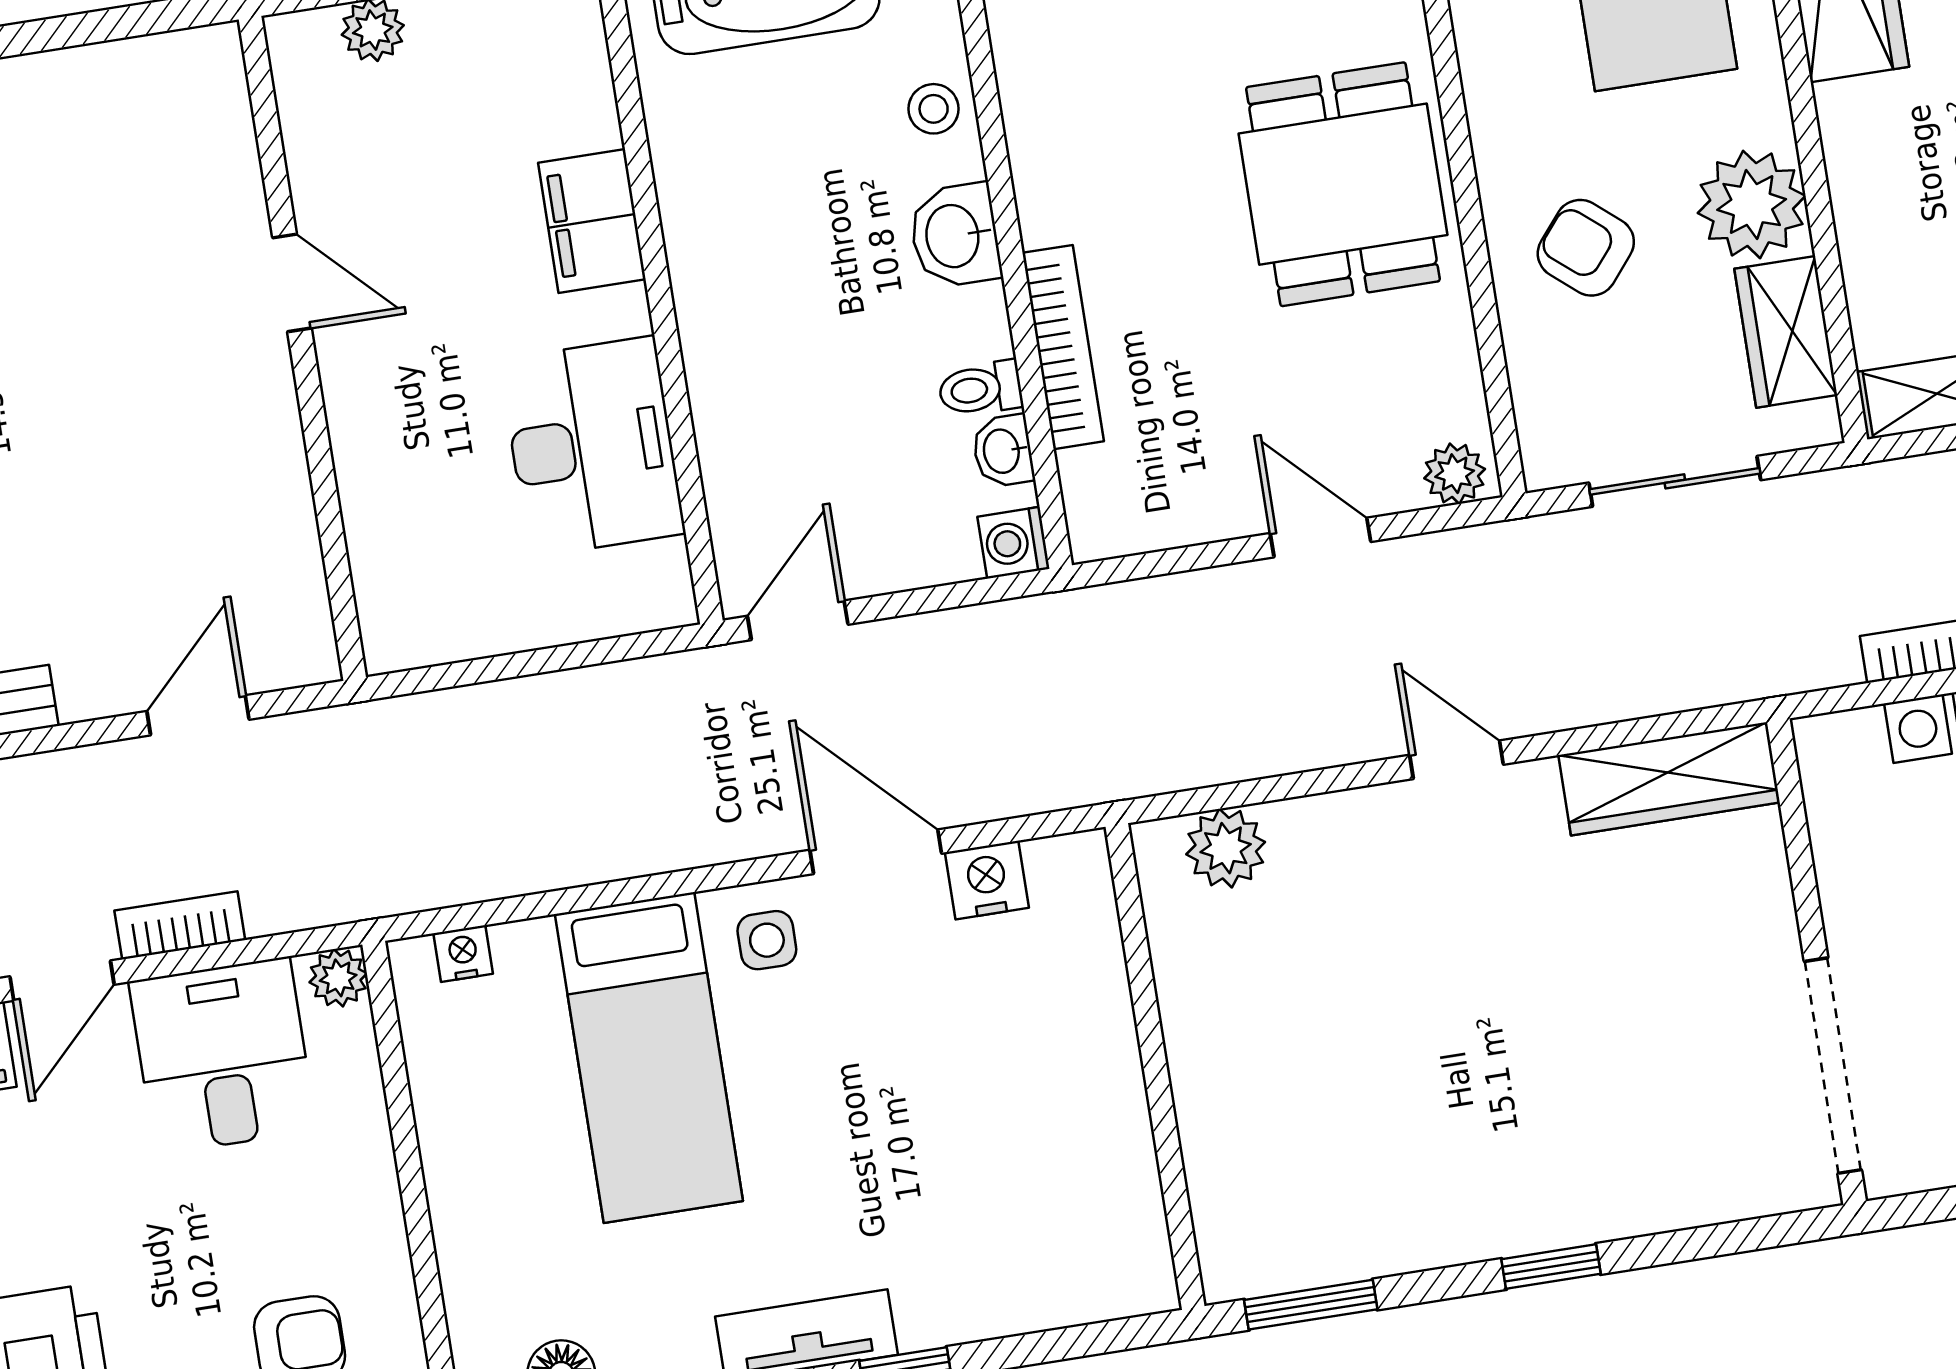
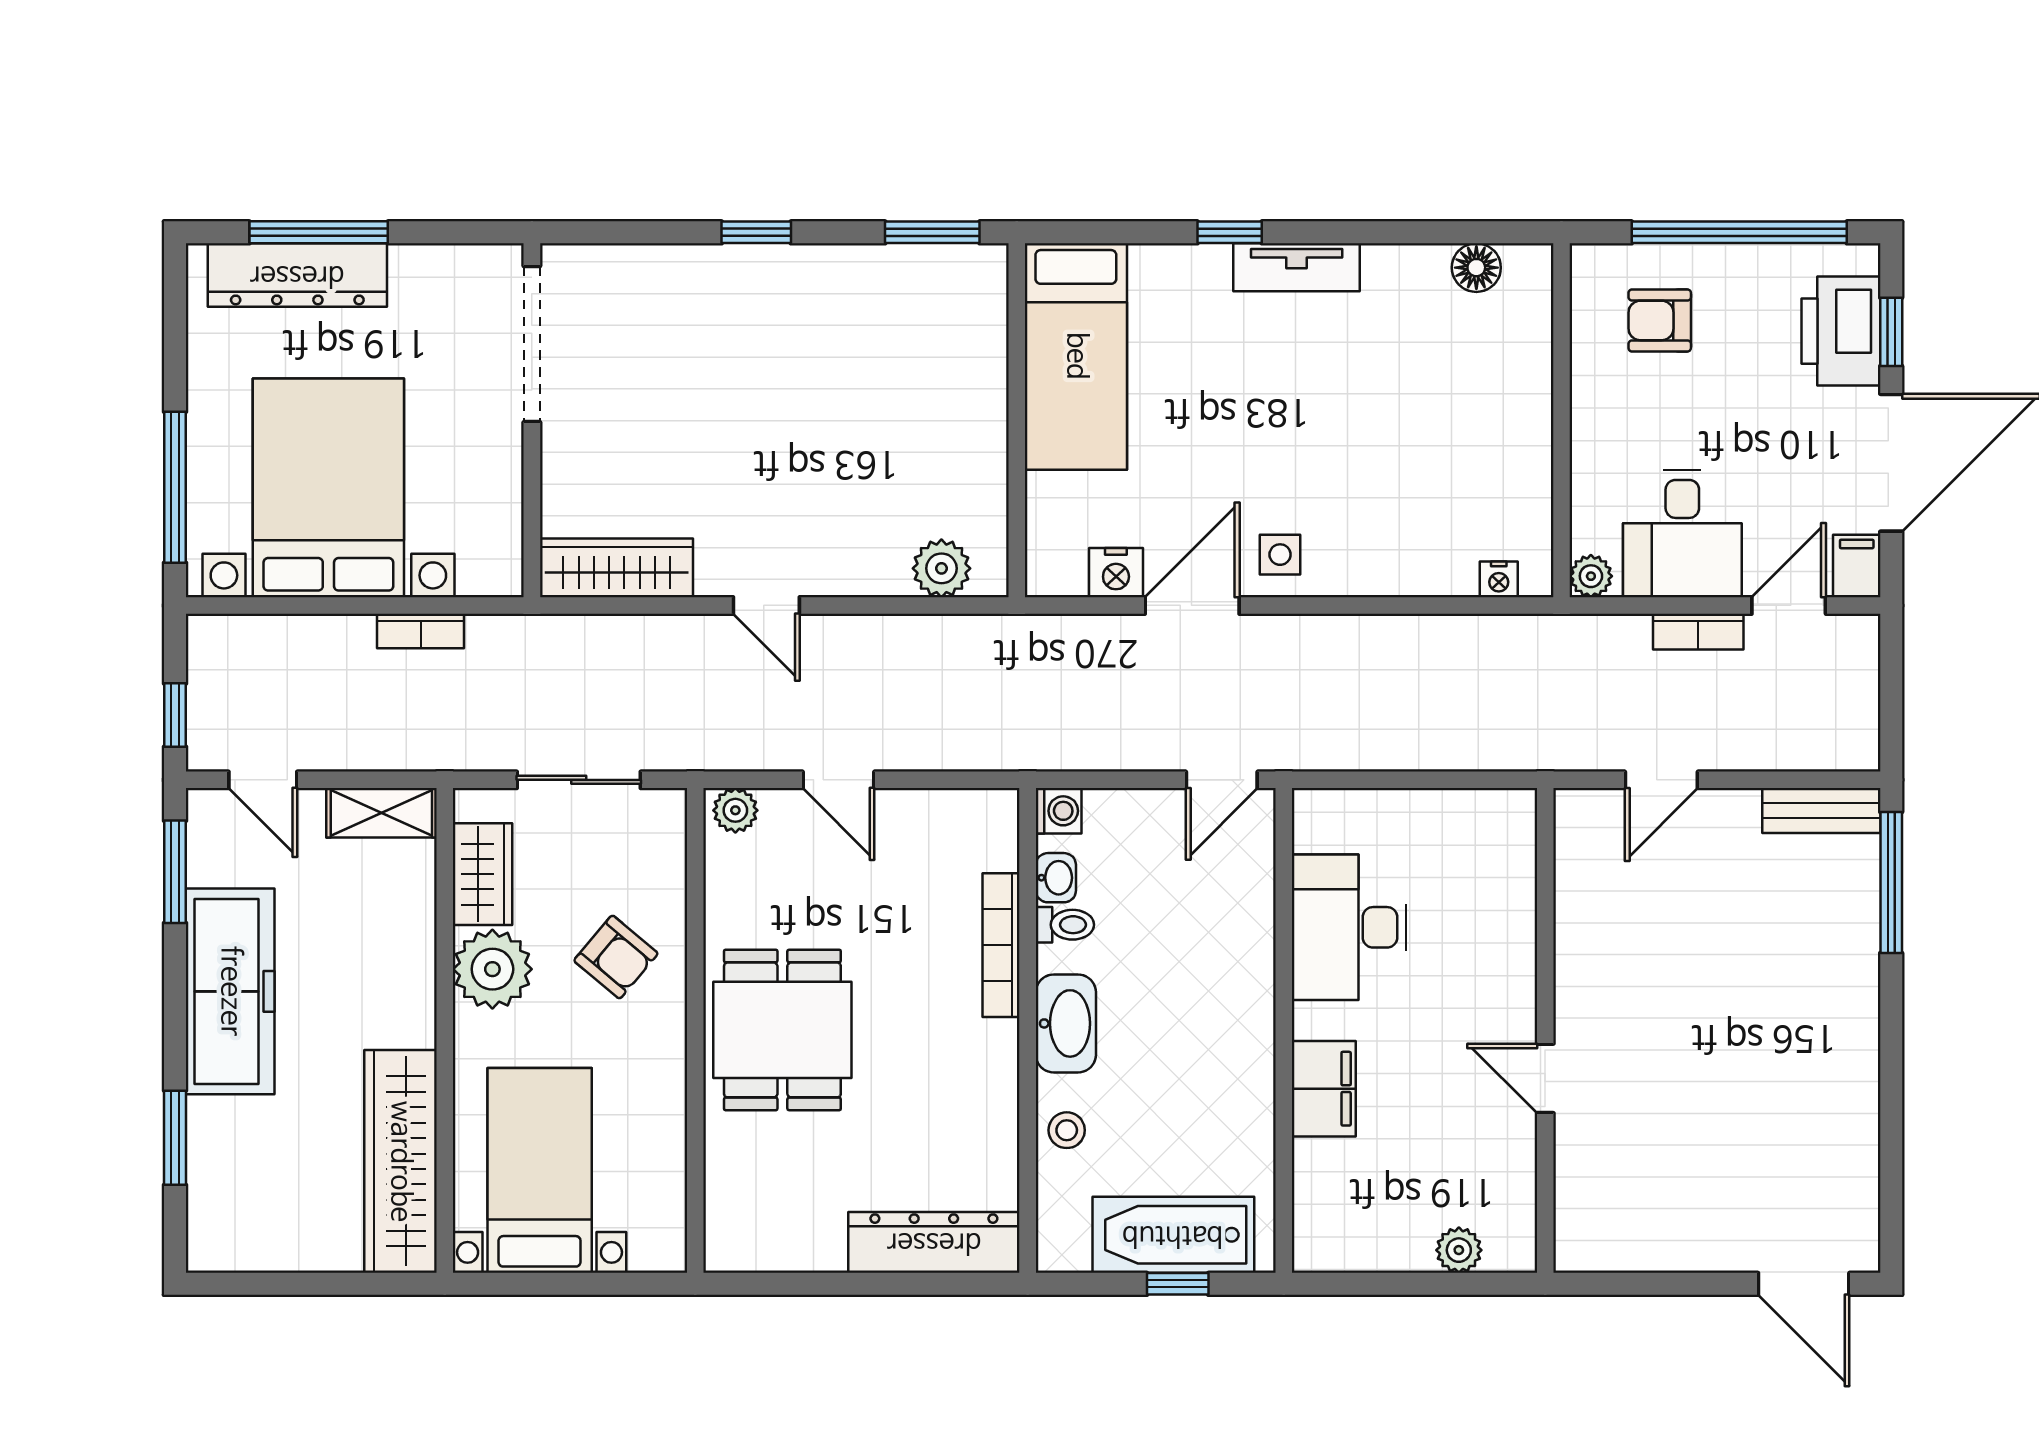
washbasin: (955, 236) -> (1066, 1023), width x1.38
door: (876, 852) -> (1192, 605), swing flipped
bed: (649, 1057) -> (1076, 356), moved, turned 180

